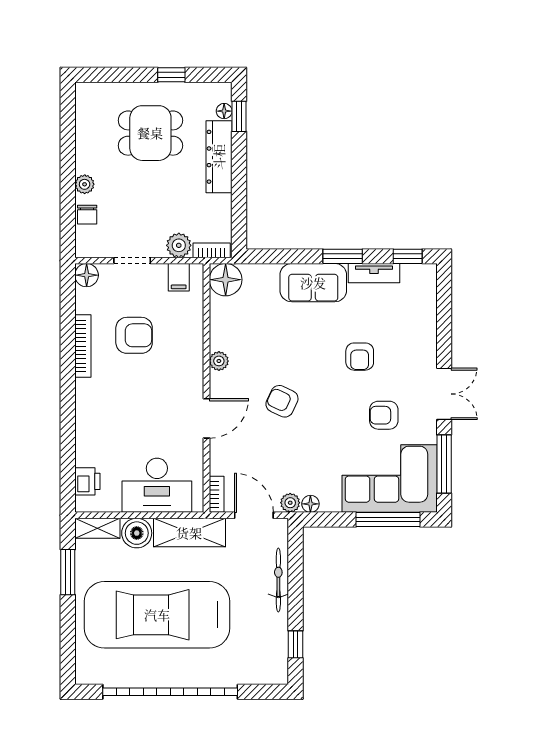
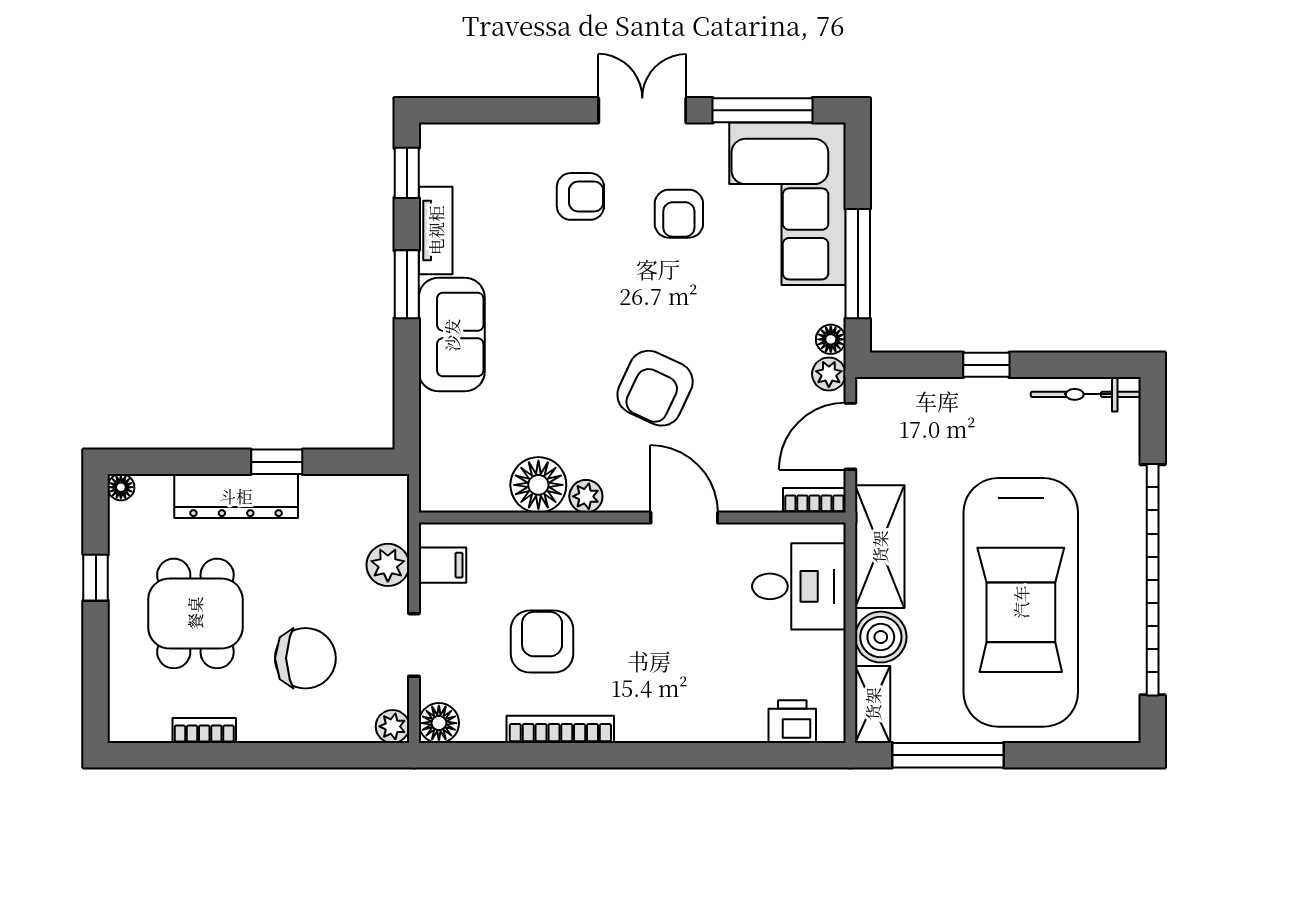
floor lamp: (224, 111) -> (121, 487), moved
window: (239, 116) -> (277, 462), moved
plant: (85, 184) -> (392, 726), moved
chair: (87, 215) -> (305, 658), moved, width x1.87, depth x1.87
bookcase: (212, 250) -> (204, 730), moved, turned 90
floor lamp: (226, 280) -> (538, 485), moved
armchair: (360, 357) -> (580, 196), moved
armchair: (282, 401) -> (655, 388), width x1.38, depth x1.38
desk: (157, 485) -> (799, 586), width x0.73
window: (388, 520) -> (858, 264), moved
window: (68, 572) -> (948, 755), width x1.44
bicycle: (278, 580) -> (1086, 394), moved
window: (296, 644) -> (986, 365), moved

